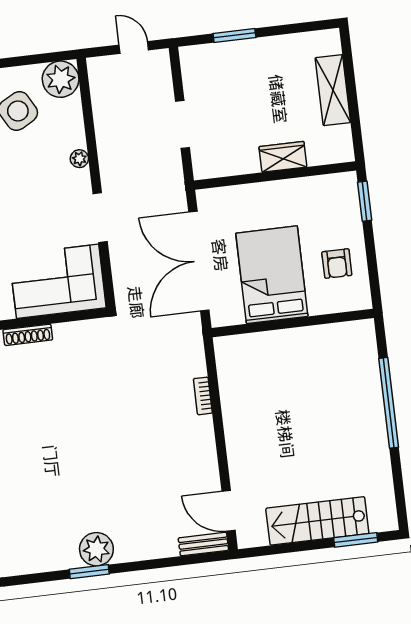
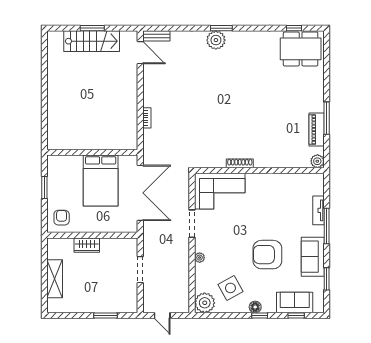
window: (365, 201) -> (44, 187), moved
armchair: (337, 264) -> (62, 218), moved
window: (389, 403) -> (44, 102), removed
window: (356, 540) -> (92, 28), moved

